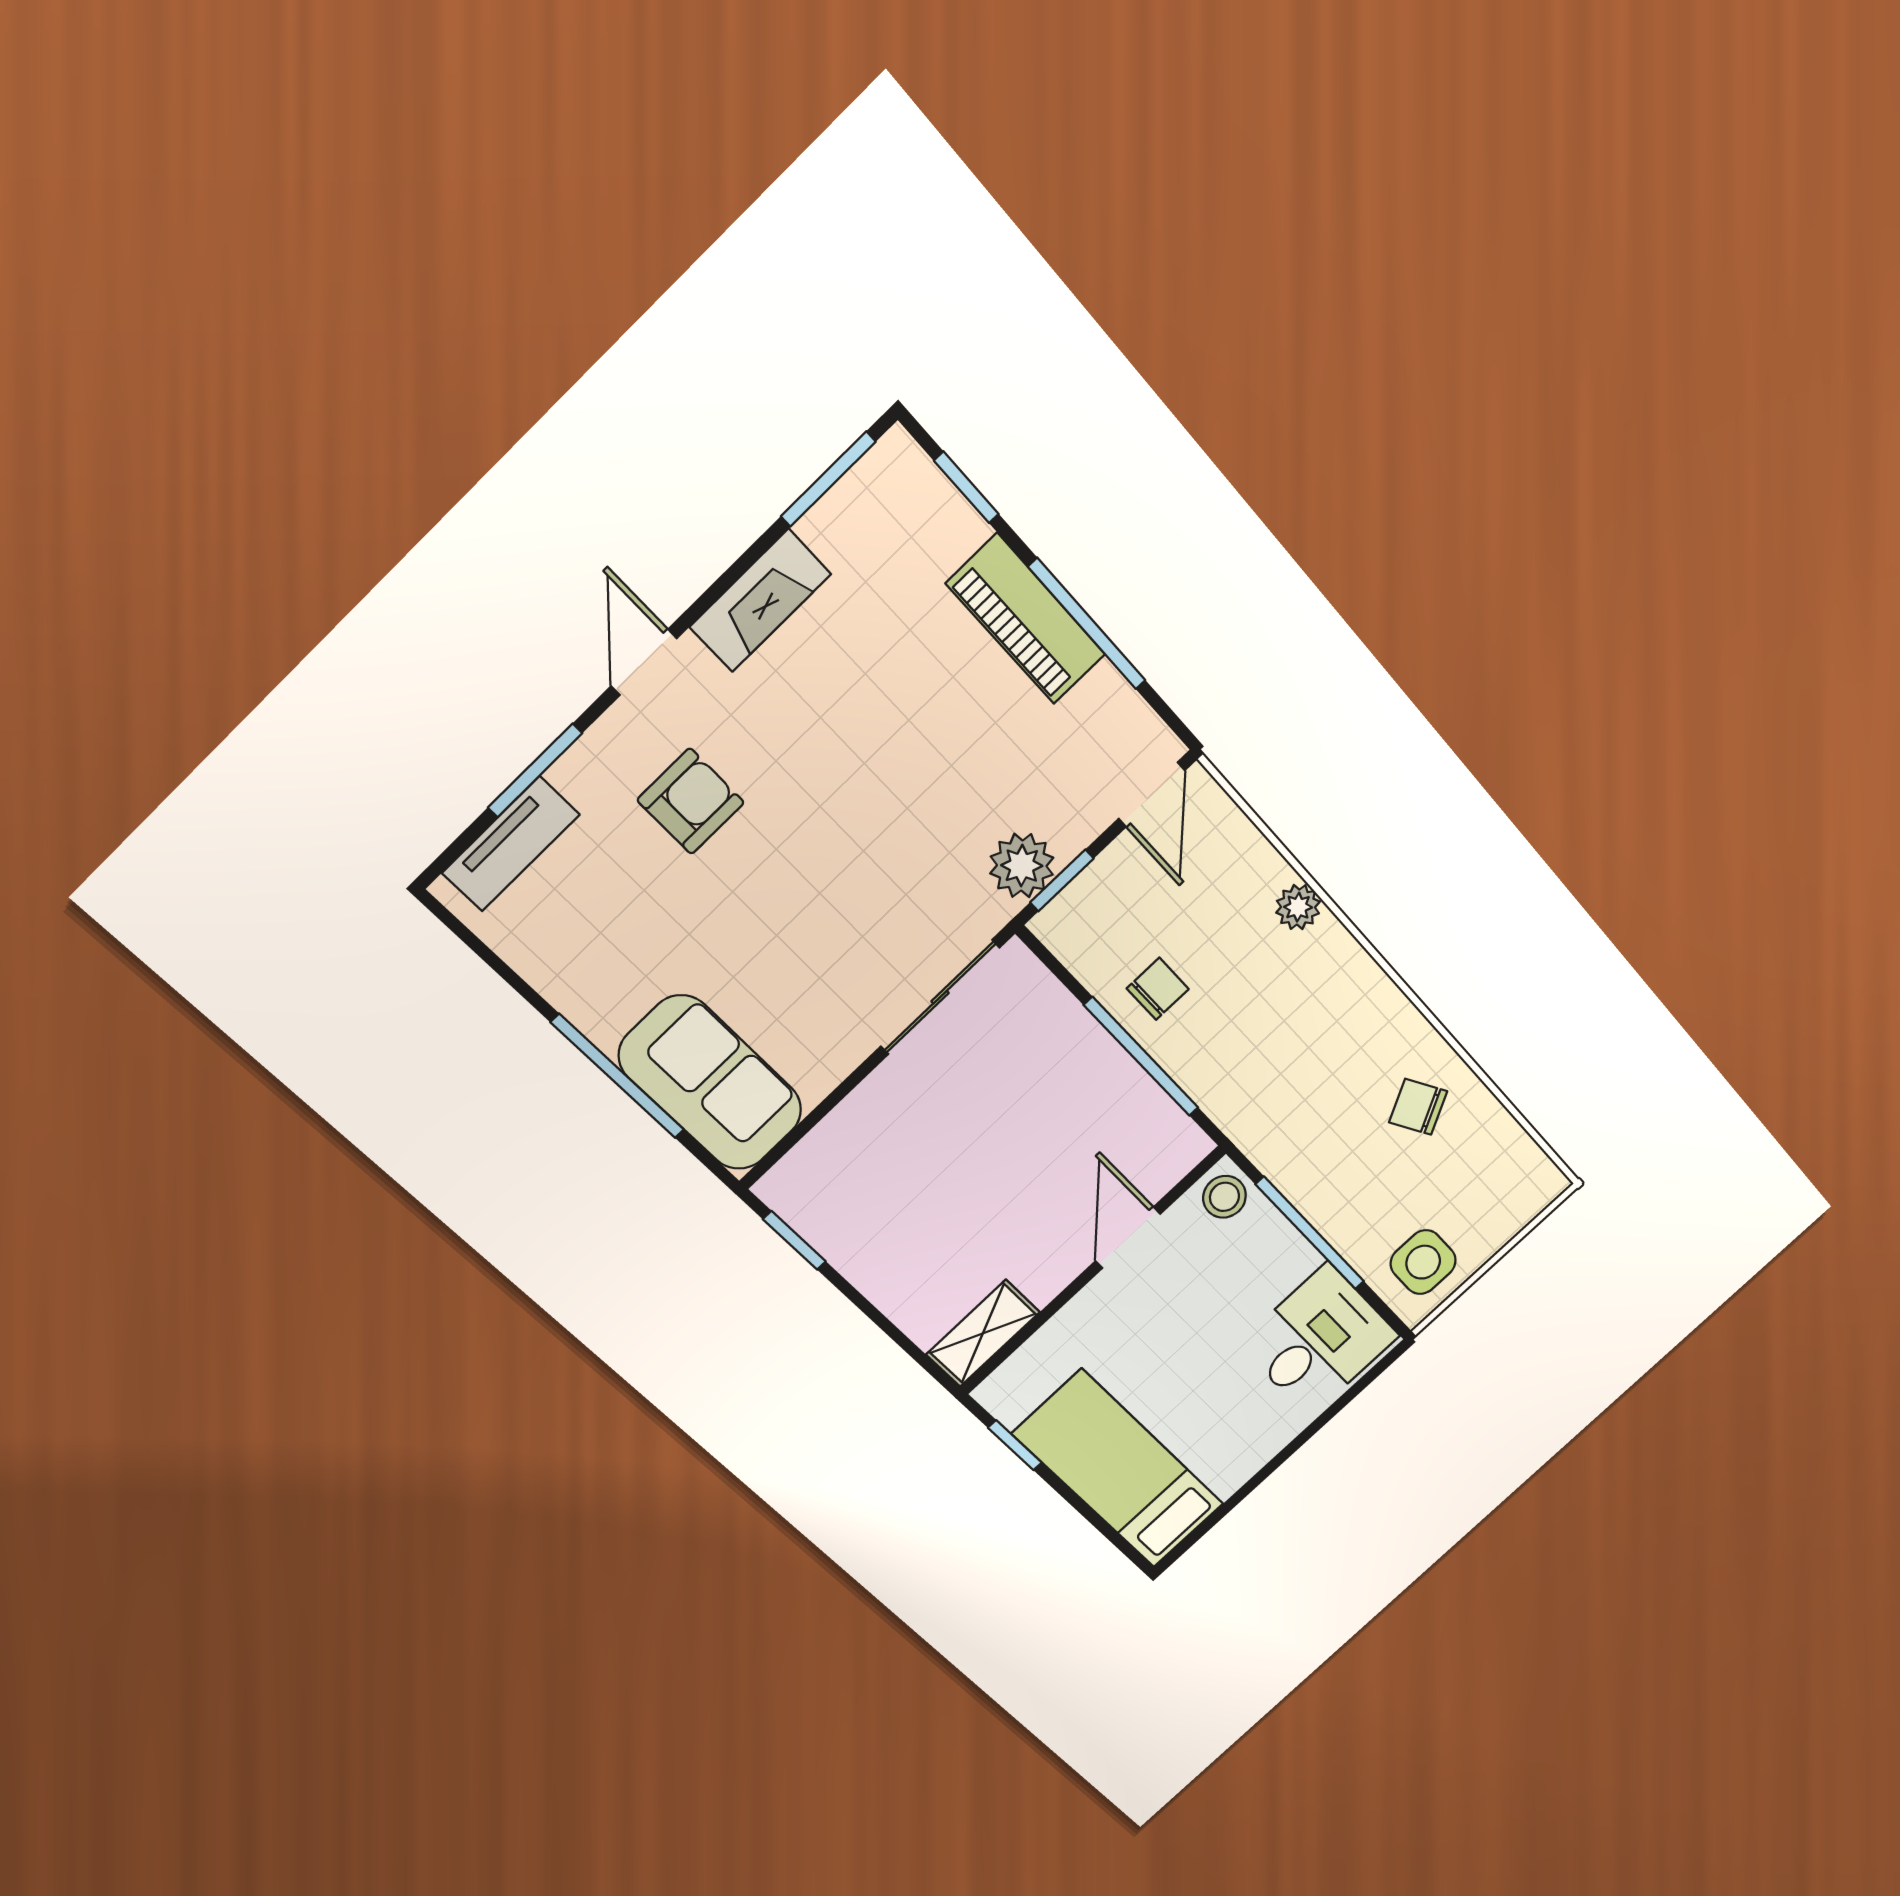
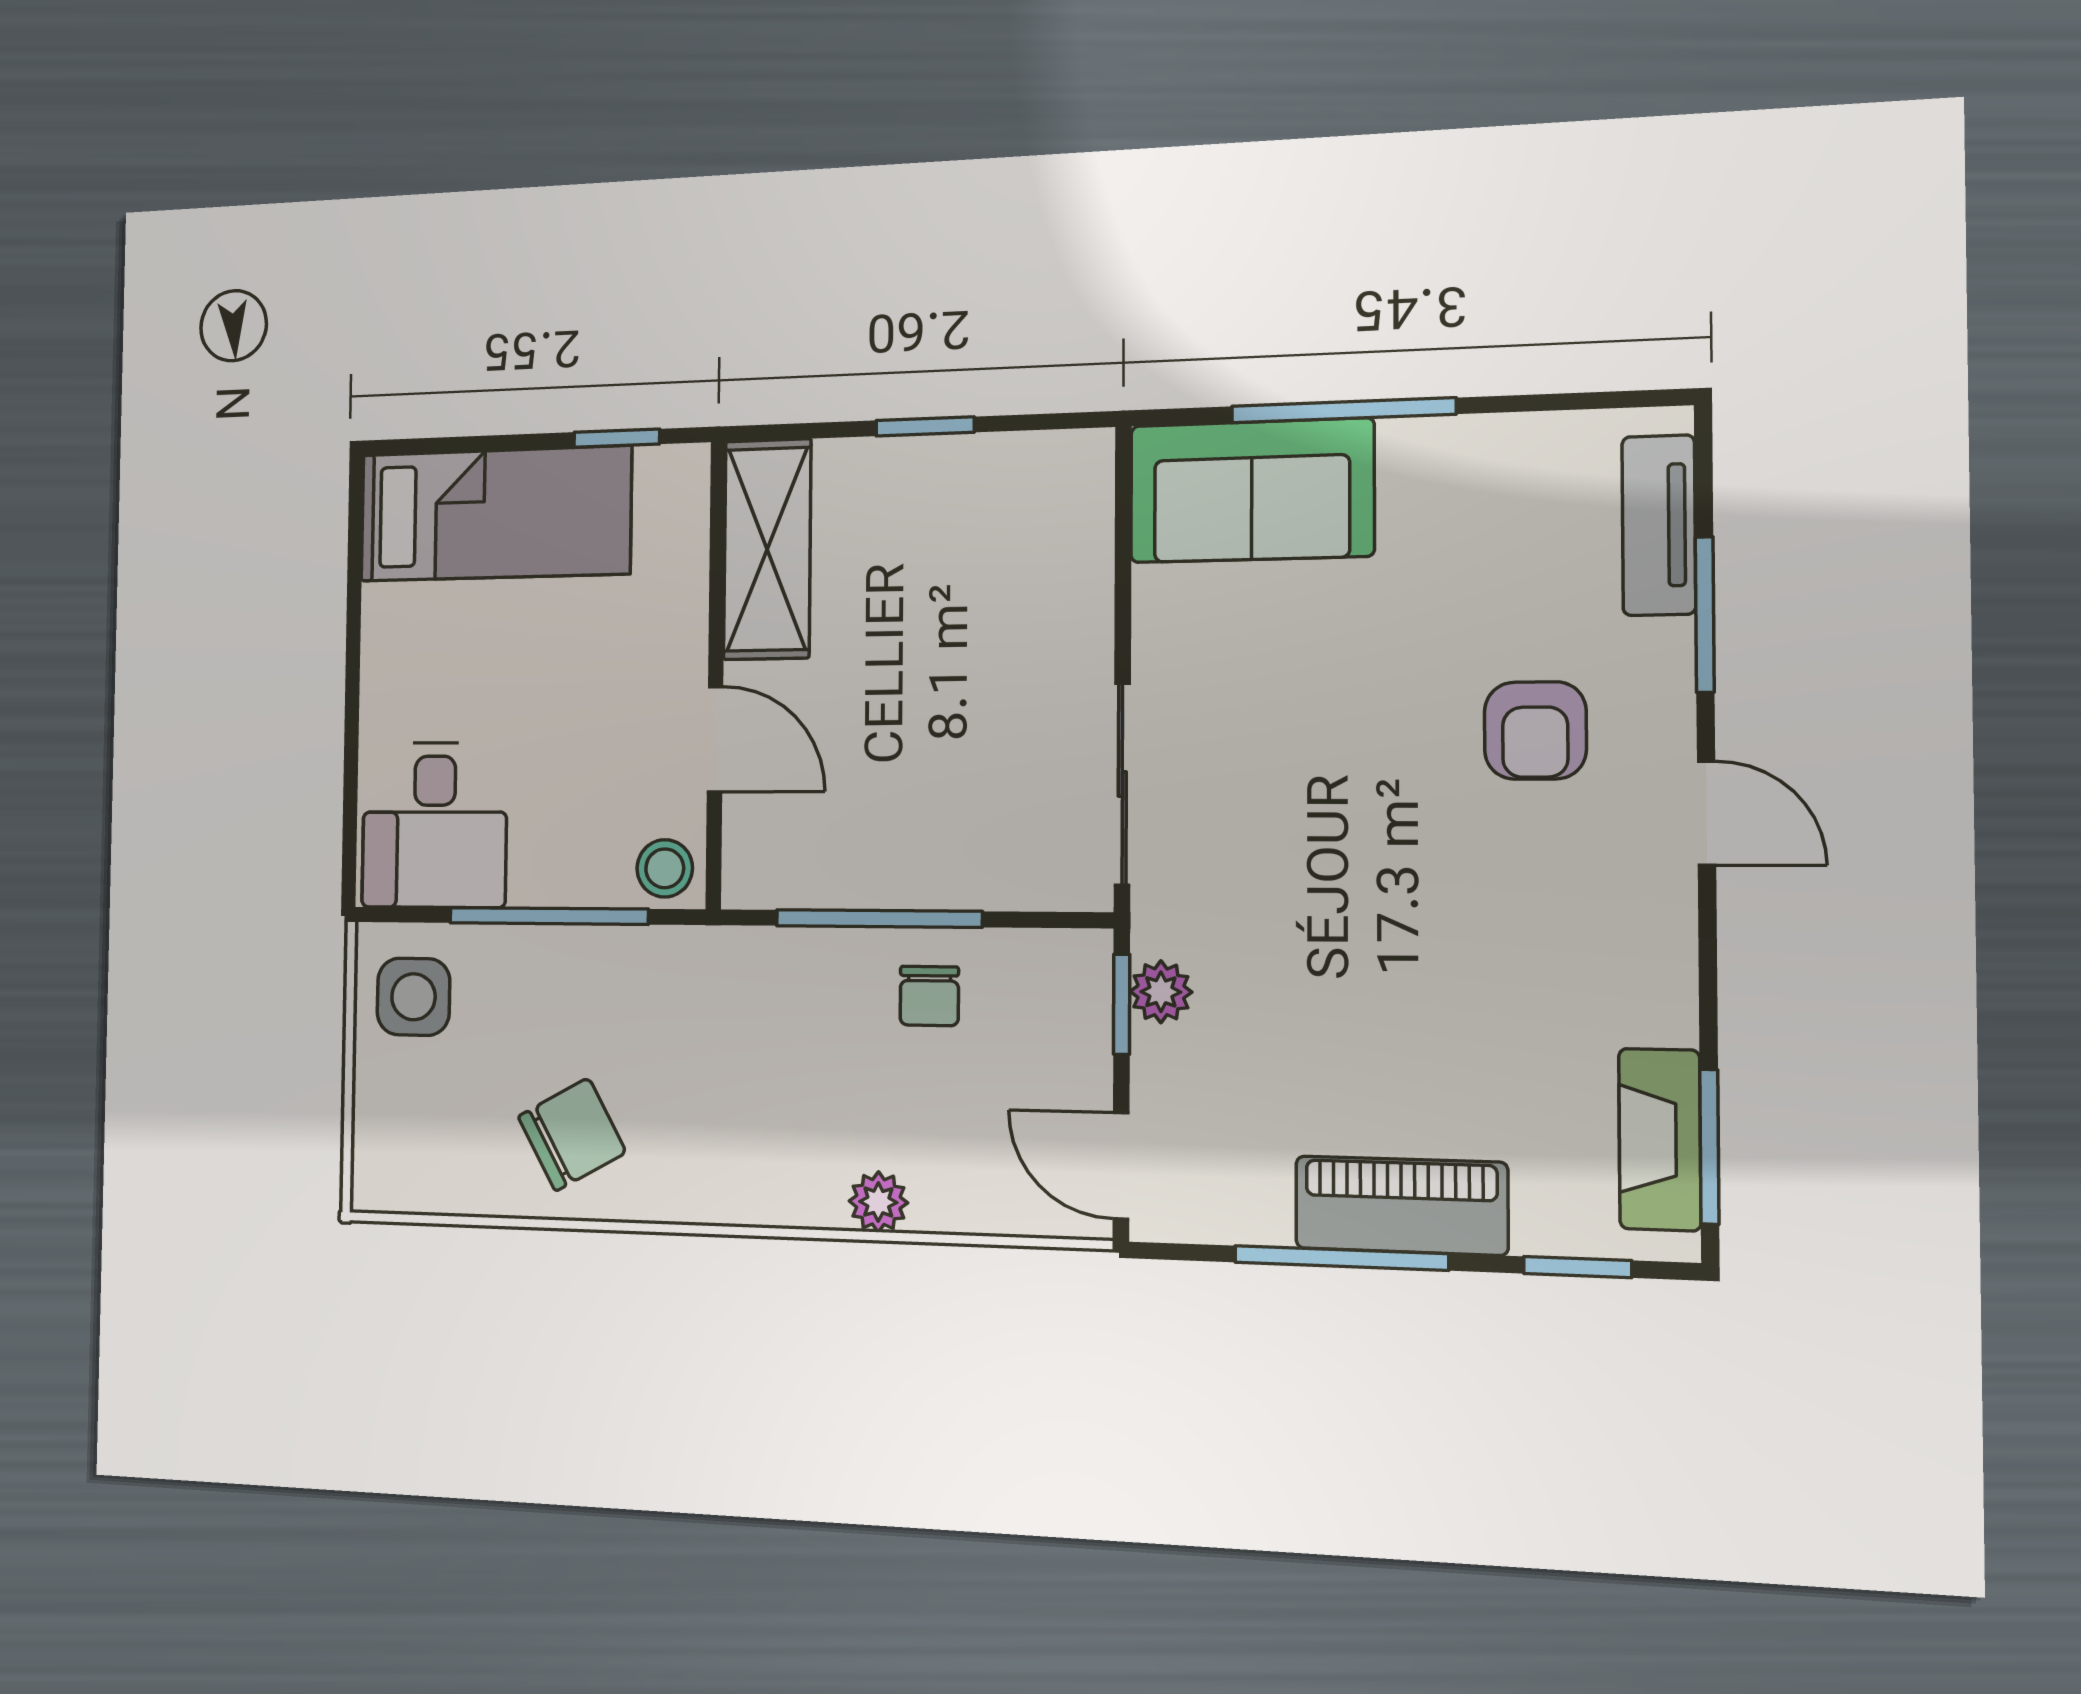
fireplace: (760, 601) -> (1660, 1139), moved
plant: (1022, 866) -> (1161, 992), width x0.73, depth x0.73
chair: (1418, 1107) -> (572, 1134), width x1.37, depth x1.37
window: (794, 1240) -> (925, 426), moved
shelving: (983, 1333) -> (767, 549), width x1.50, depth x1.33

